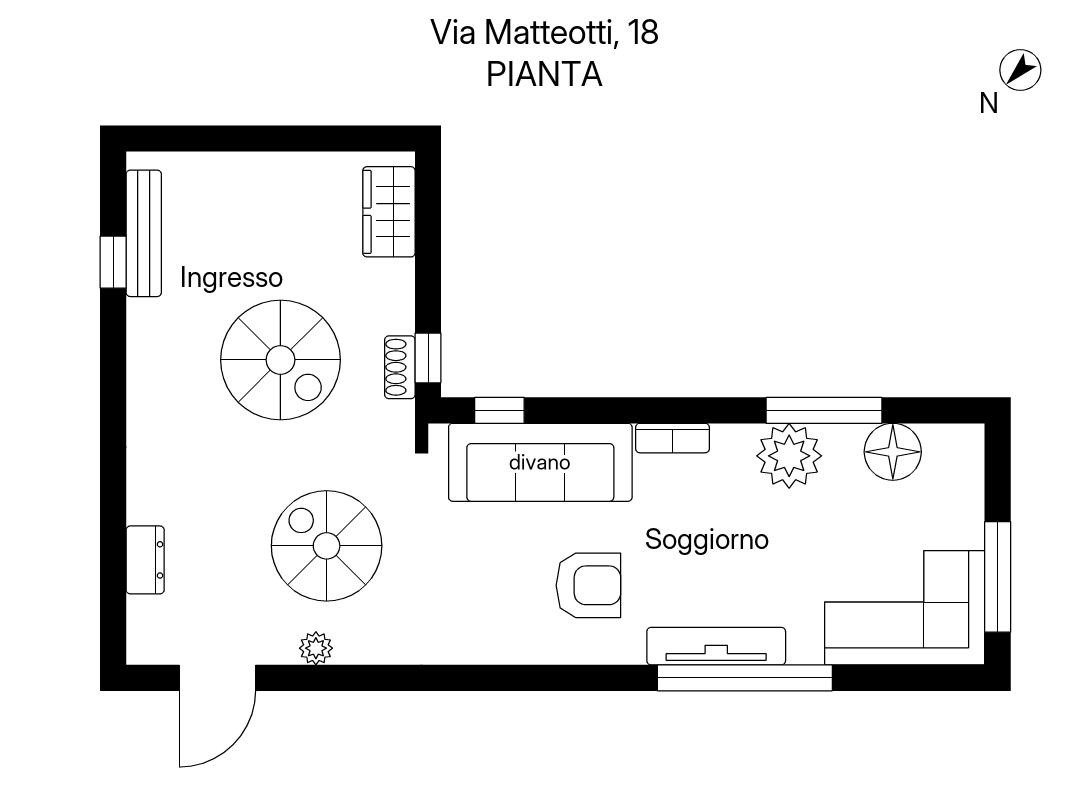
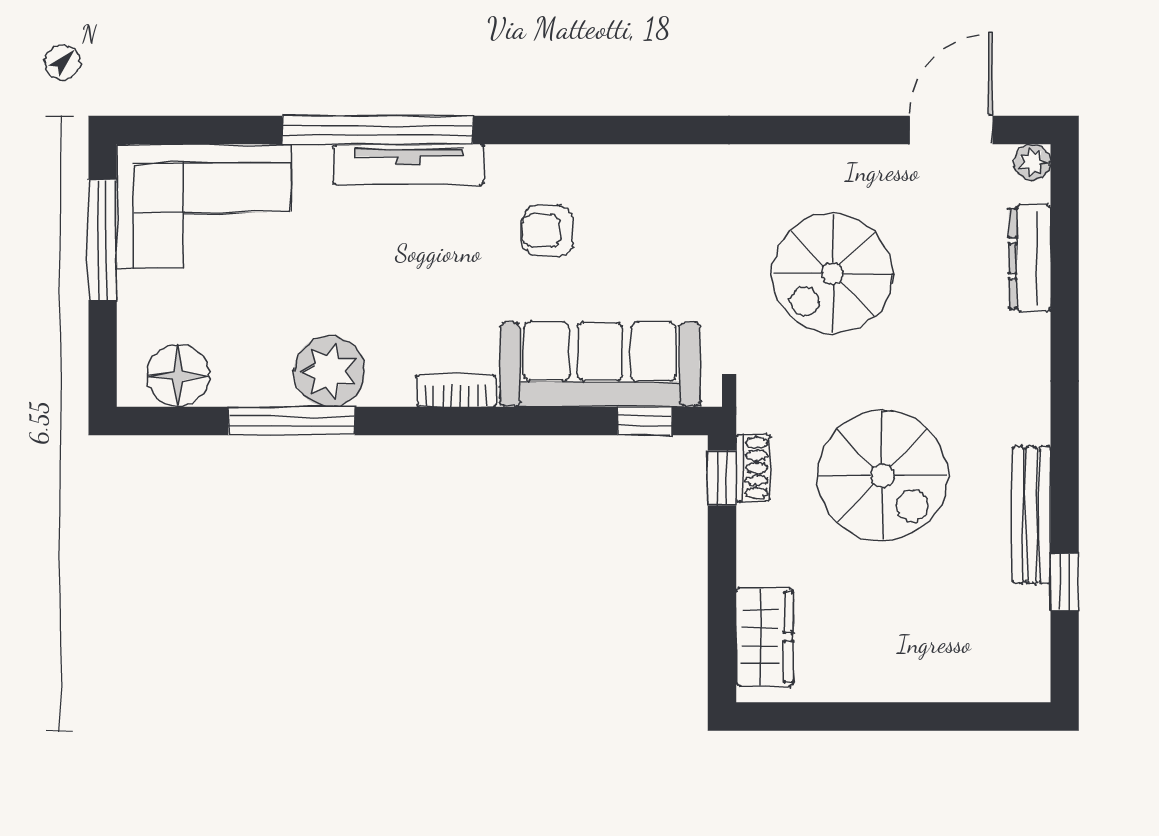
bench: (144, 233) -> (1031, 515), moved
spiral stairs: (280, 360) -> (882, 476), turned 180
floor lamp: (893, 452) -> (178, 376), moved
spiral stairs: (327, 546) -> (832, 274), turned 90
dresser: (145, 560) -> (1030, 258), width x1.44
armchair: (588, 585) -> (548, 231), width x0.72, depth x0.72
plant: (316, 648) -> (1032, 162), moved

